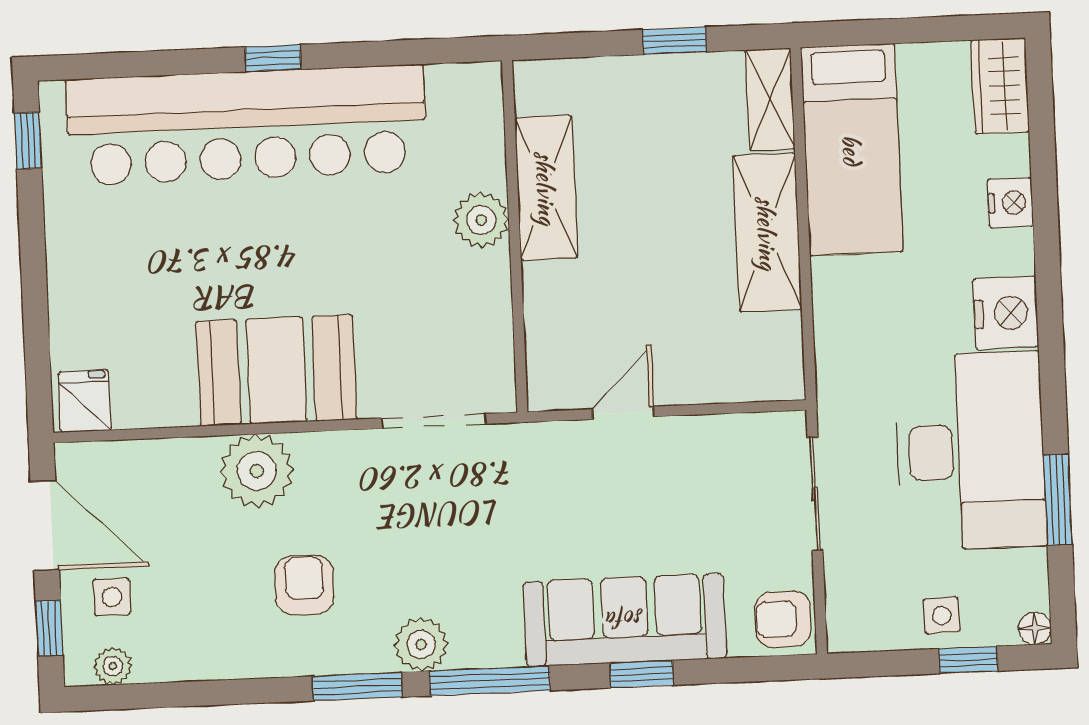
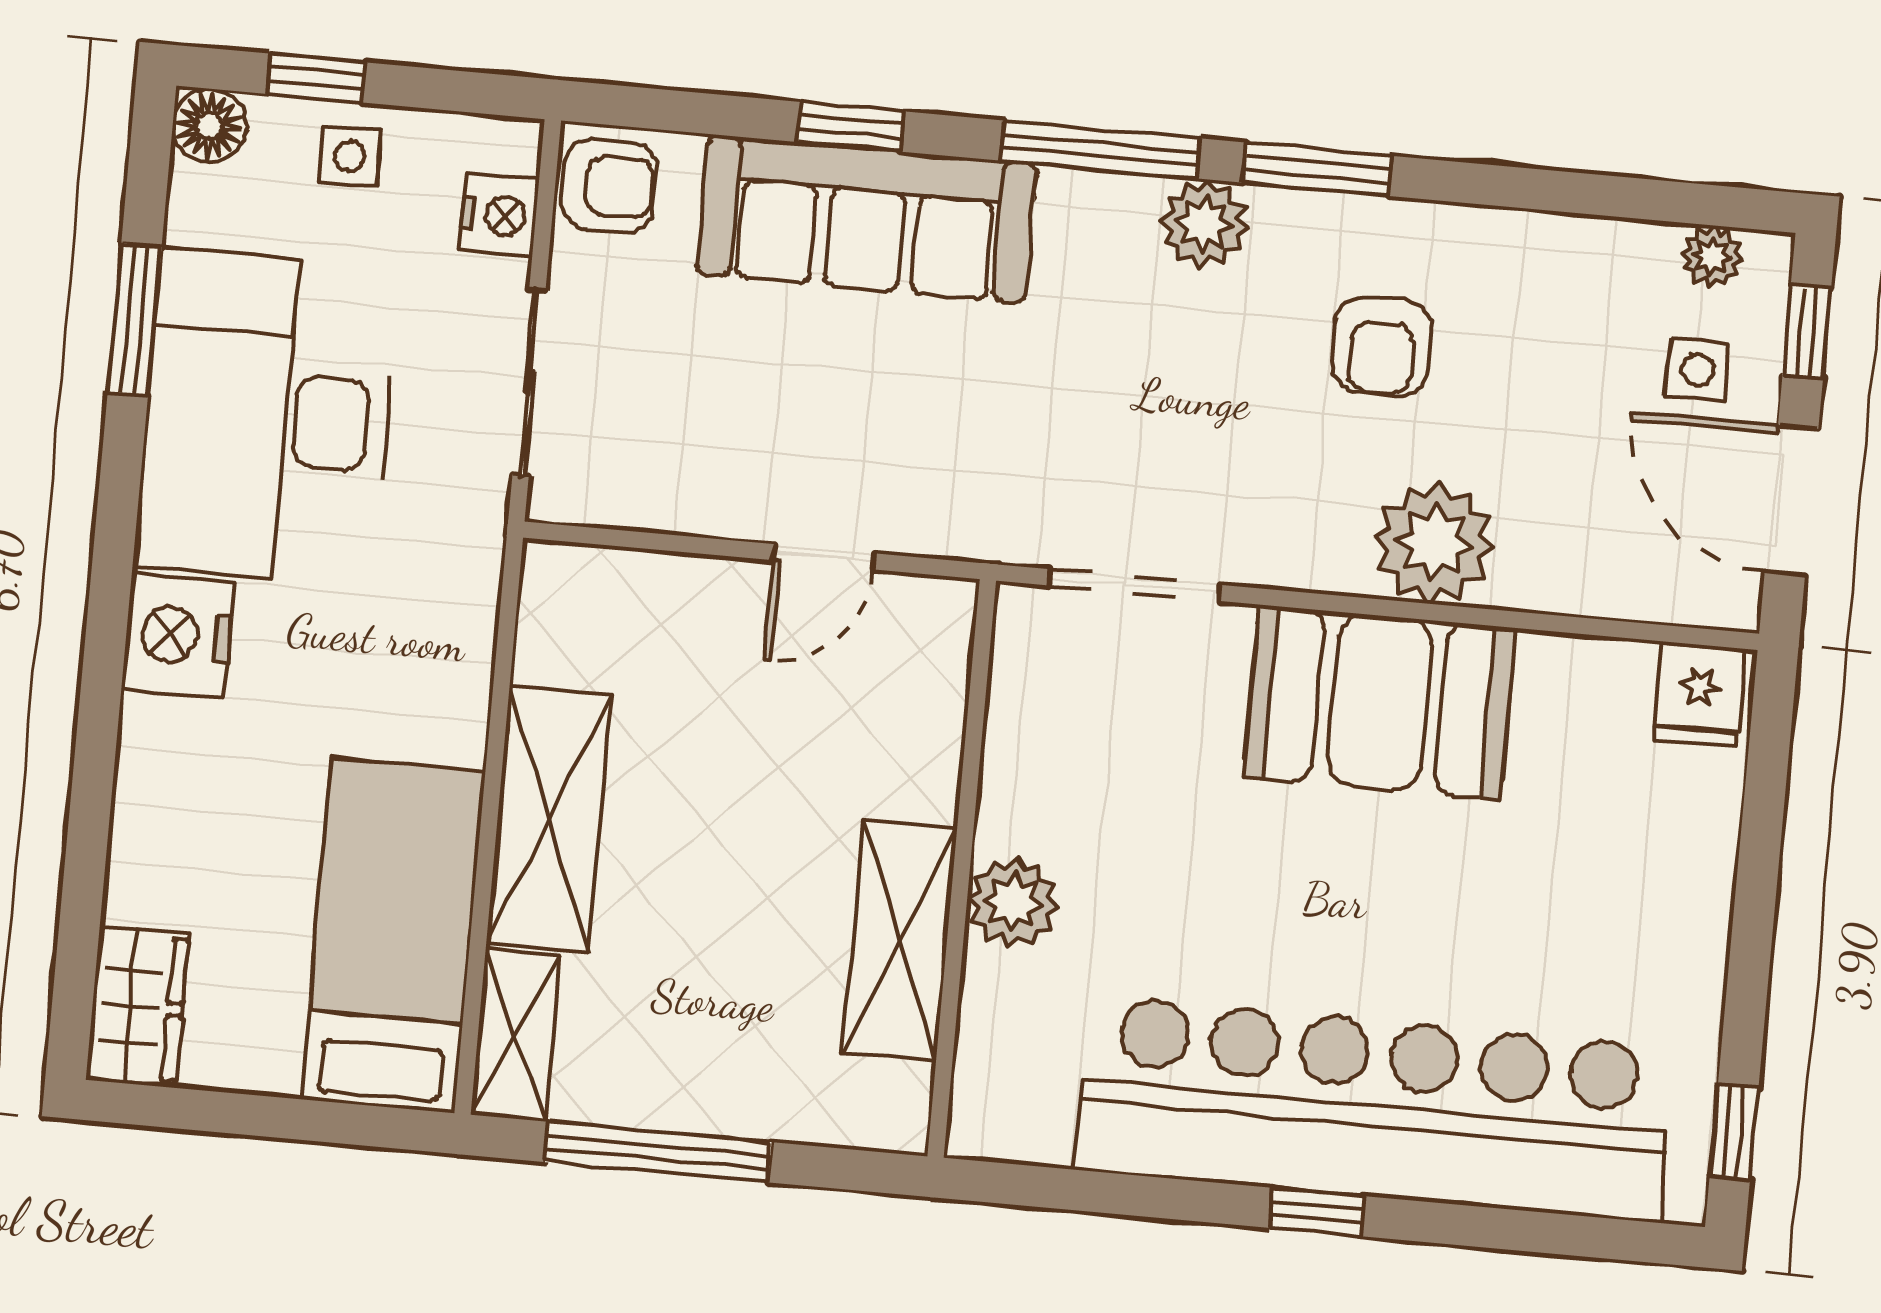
window: (674, 41) -> (658, 1152), width x2.17
nightstand: (1010, 203) -> (499, 215), moved, turned 180
floor lamp: (1035, 628) -> (209, 126), width x1.37, depth x1.37

